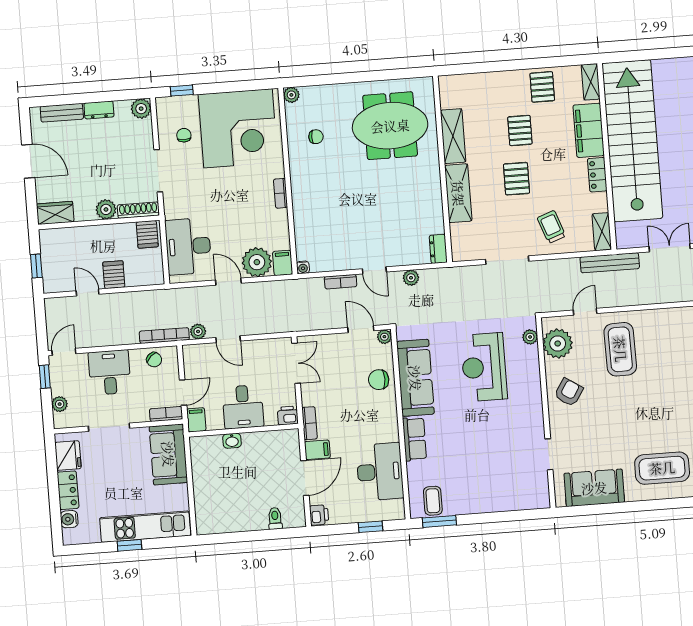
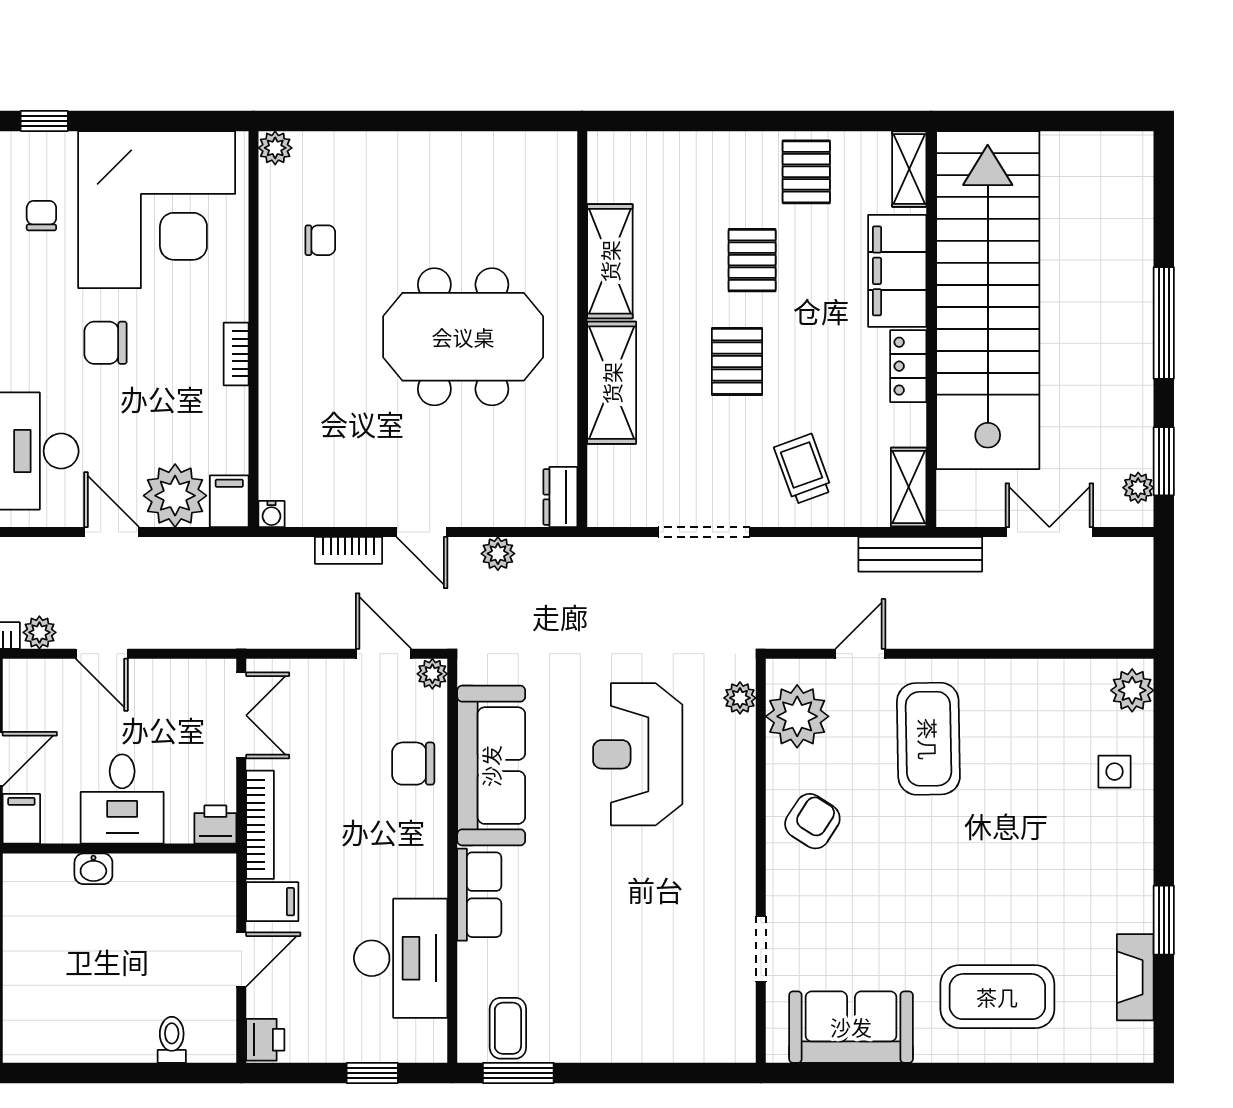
meeting table: (390, 126) -> (463, 337), moved
chair: (219, 193) -> (105, 343), added
bookcase: (310, 423) -> (260, 825), width x1.56
door: (305, 478) -> (241, 959), width x0.73

